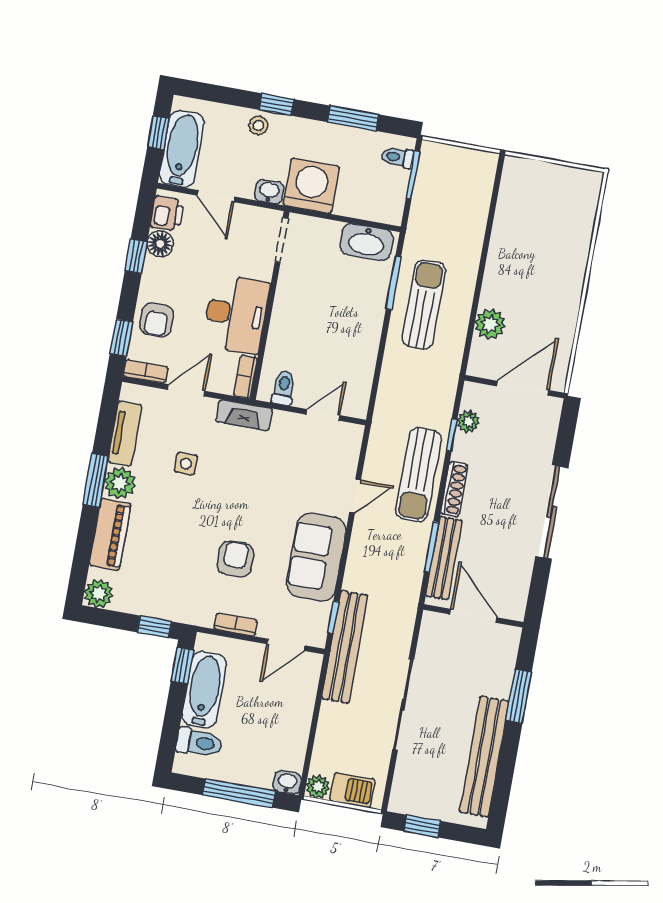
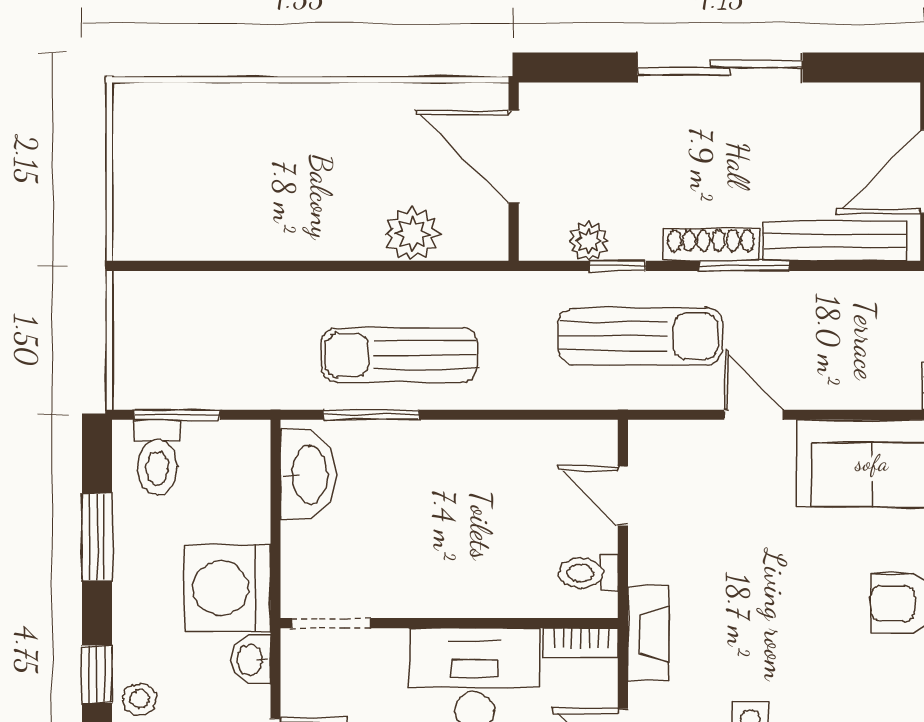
toilet: (397, 157) -> (157, 458), width x1.37, depth x1.39
sun lounger: (418, 475) -> (641, 336), moved
window: (432, 547) -> (744, 266), moved

